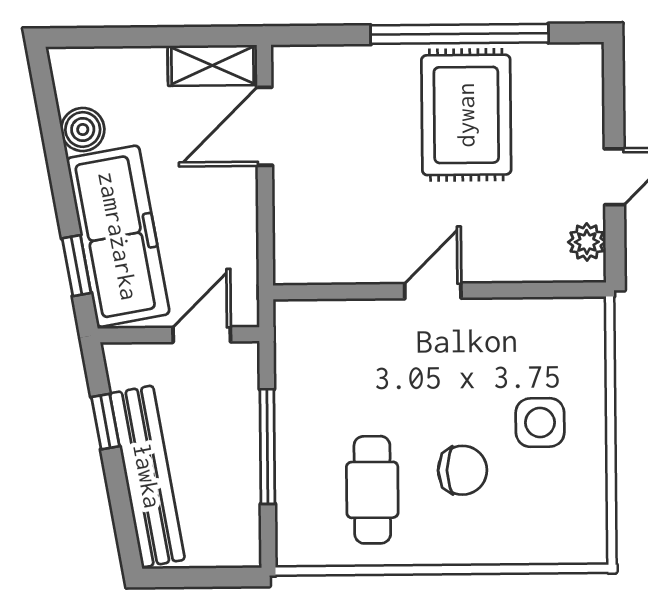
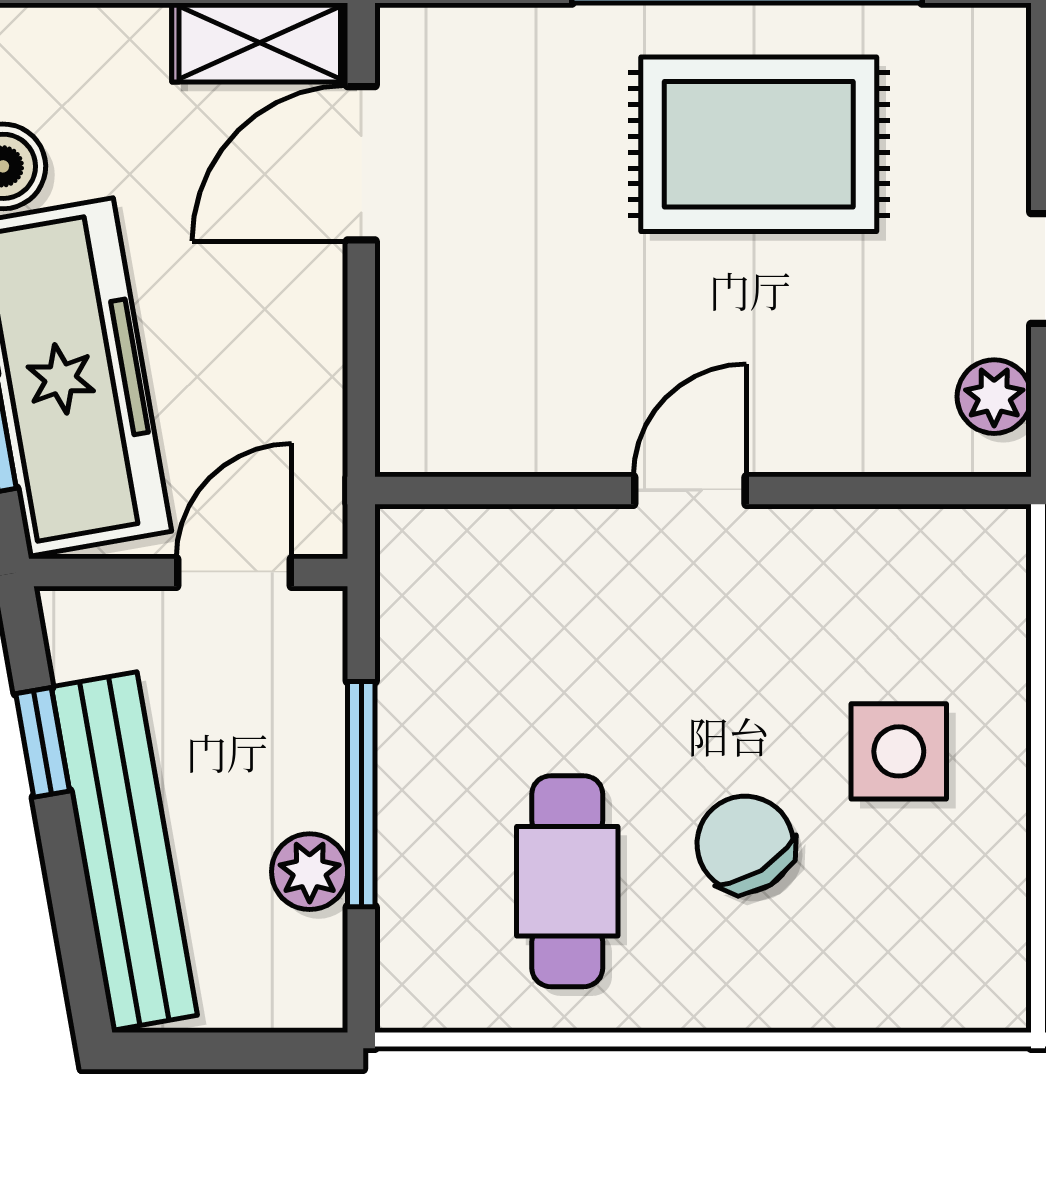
rug: (466, 115) -> (759, 144), turned 90
chair: (462, 470) -> (745, 844), turned -122
plant: (241, 486) -> (310, 872), added

